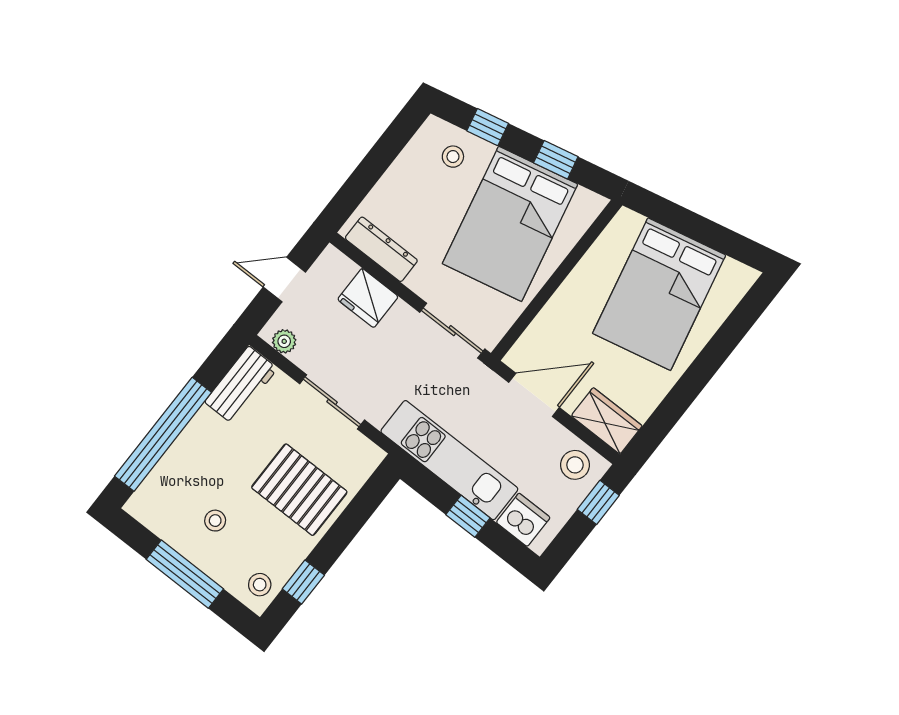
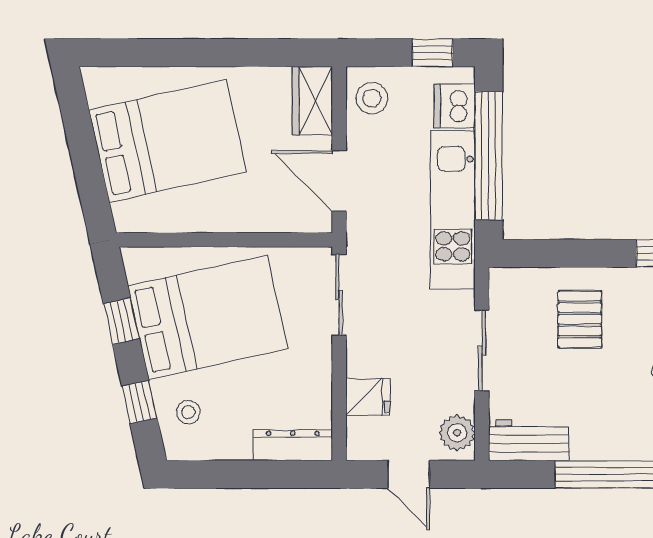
dresser: (381, 249) -> (293, 445), moved, turned 90
fridge: (368, 298) -> (368, 397), width x0.72
plant: (284, 341) -> (457, 433), width x1.38, depth x1.38
pallet: (299, 490) -> (580, 319), width x0.67, depth x0.71
window: (598, 502) -> (432, 53), moved
window: (468, 516) -> (489, 156), width x3.17

